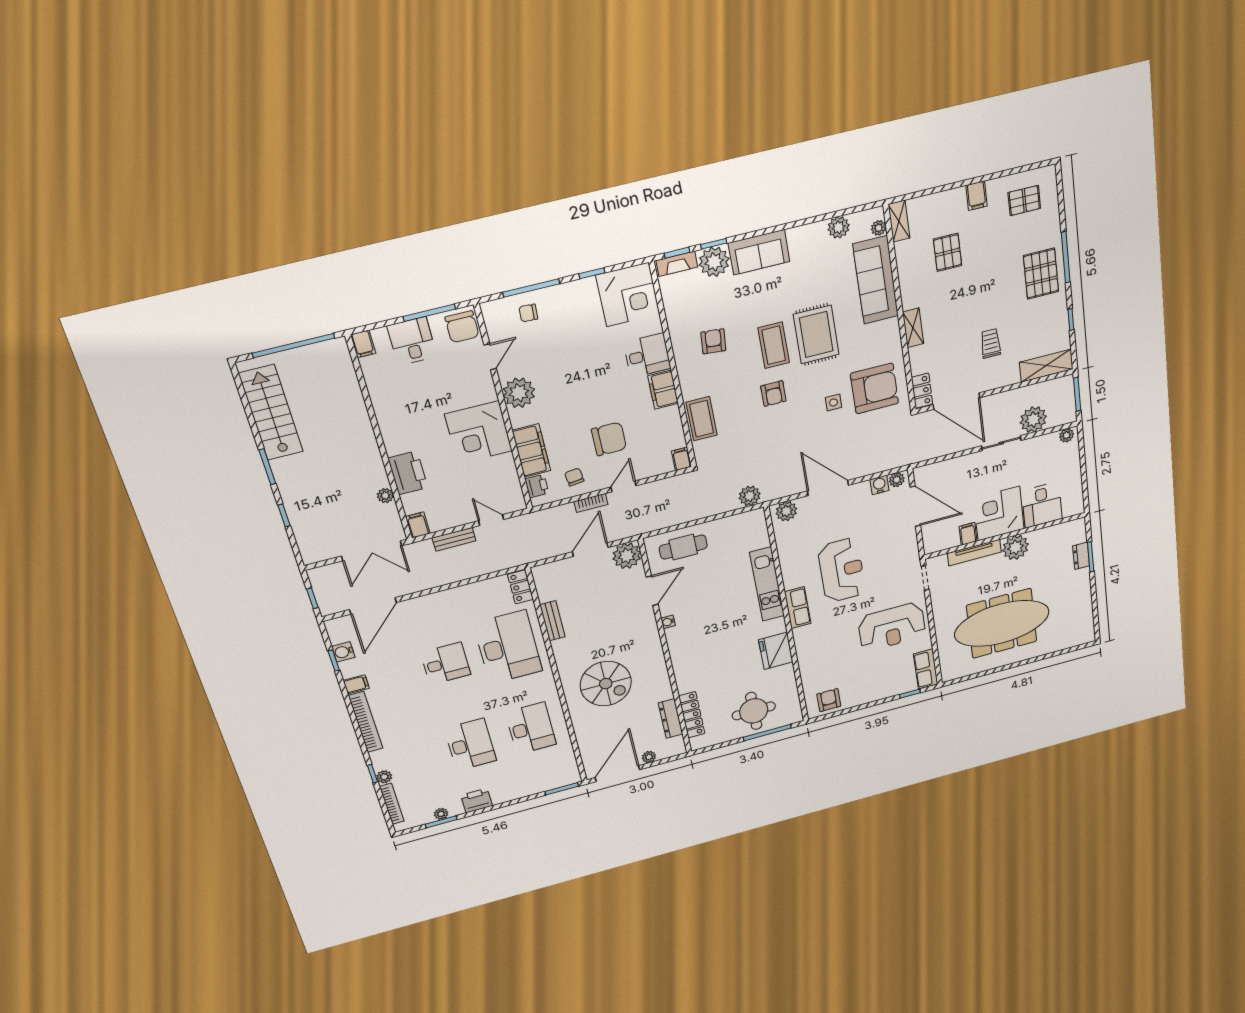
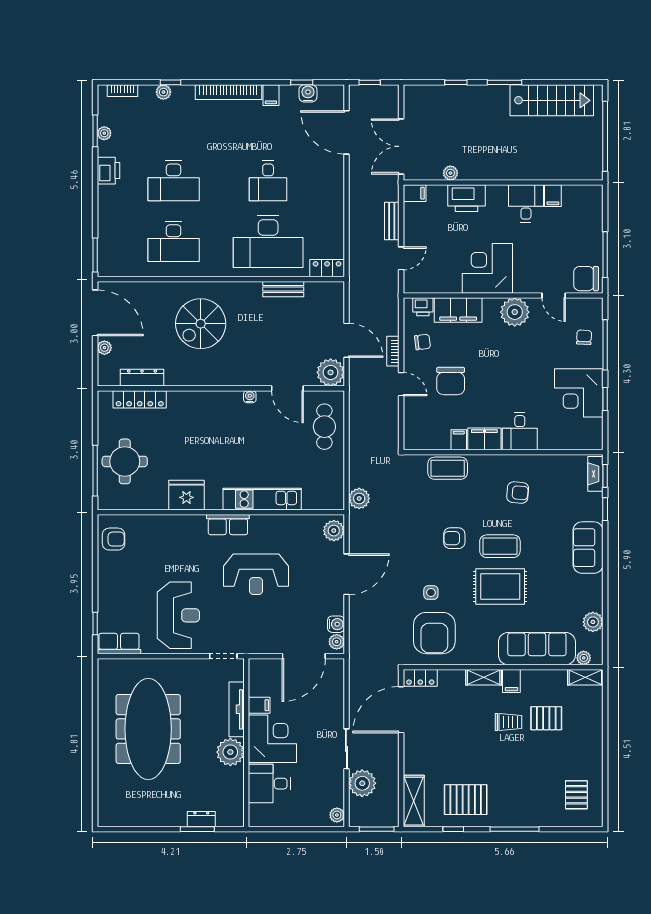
filing cabinet: (977, 196) -> (511, 681), moved, turned -90
plant: (714, 262) -> (589, 507), removed
pallet: (1041, 274) -> (466, 800), moved
corner desk: (628, 295) -> (579, 393), moved
desk: (412, 341) -> (526, 203), moved, turned -90
trolley: (991, 343) -> (508, 722), moved
filing cabinet: (363, 344) -> (553, 196), moved, turned -90
filing cabinet: (681, 459) -> (459, 440), moved, turned -90
reception desk: (892, 627) -> (178, 615), turned 180
bookcase: (392, 804) -> (123, 91), width x0.64

